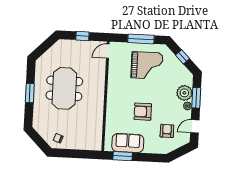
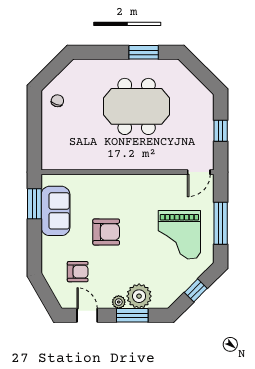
door: (108, 51) -> (199, 172), swing flipped
window: (30, 93) -> (144, 52), moved
armchair: (143, 112) -> (106, 232), turned 90

